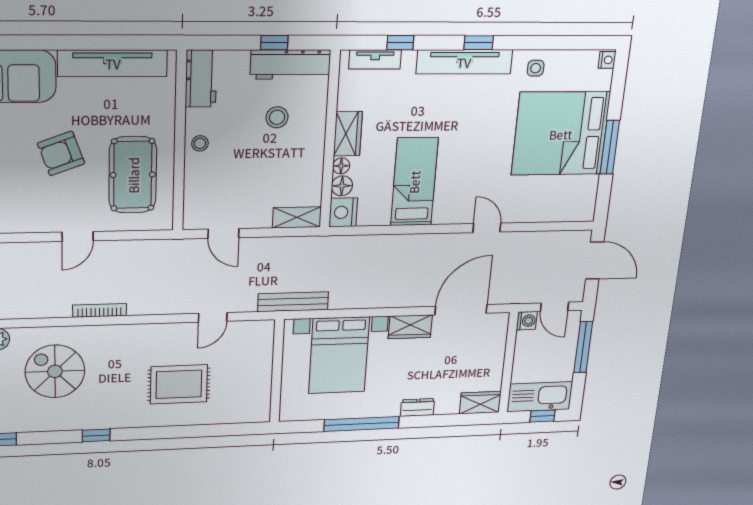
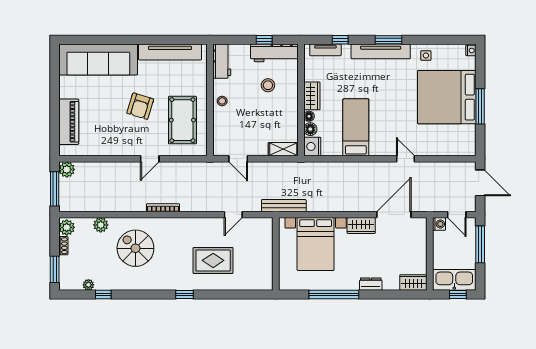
window: (479, 43) -> (388, 40), width x1.50
armchair: (61, 153) -> (140, 106), turned -53
window: (96, 435) -> (184, 294), moved

